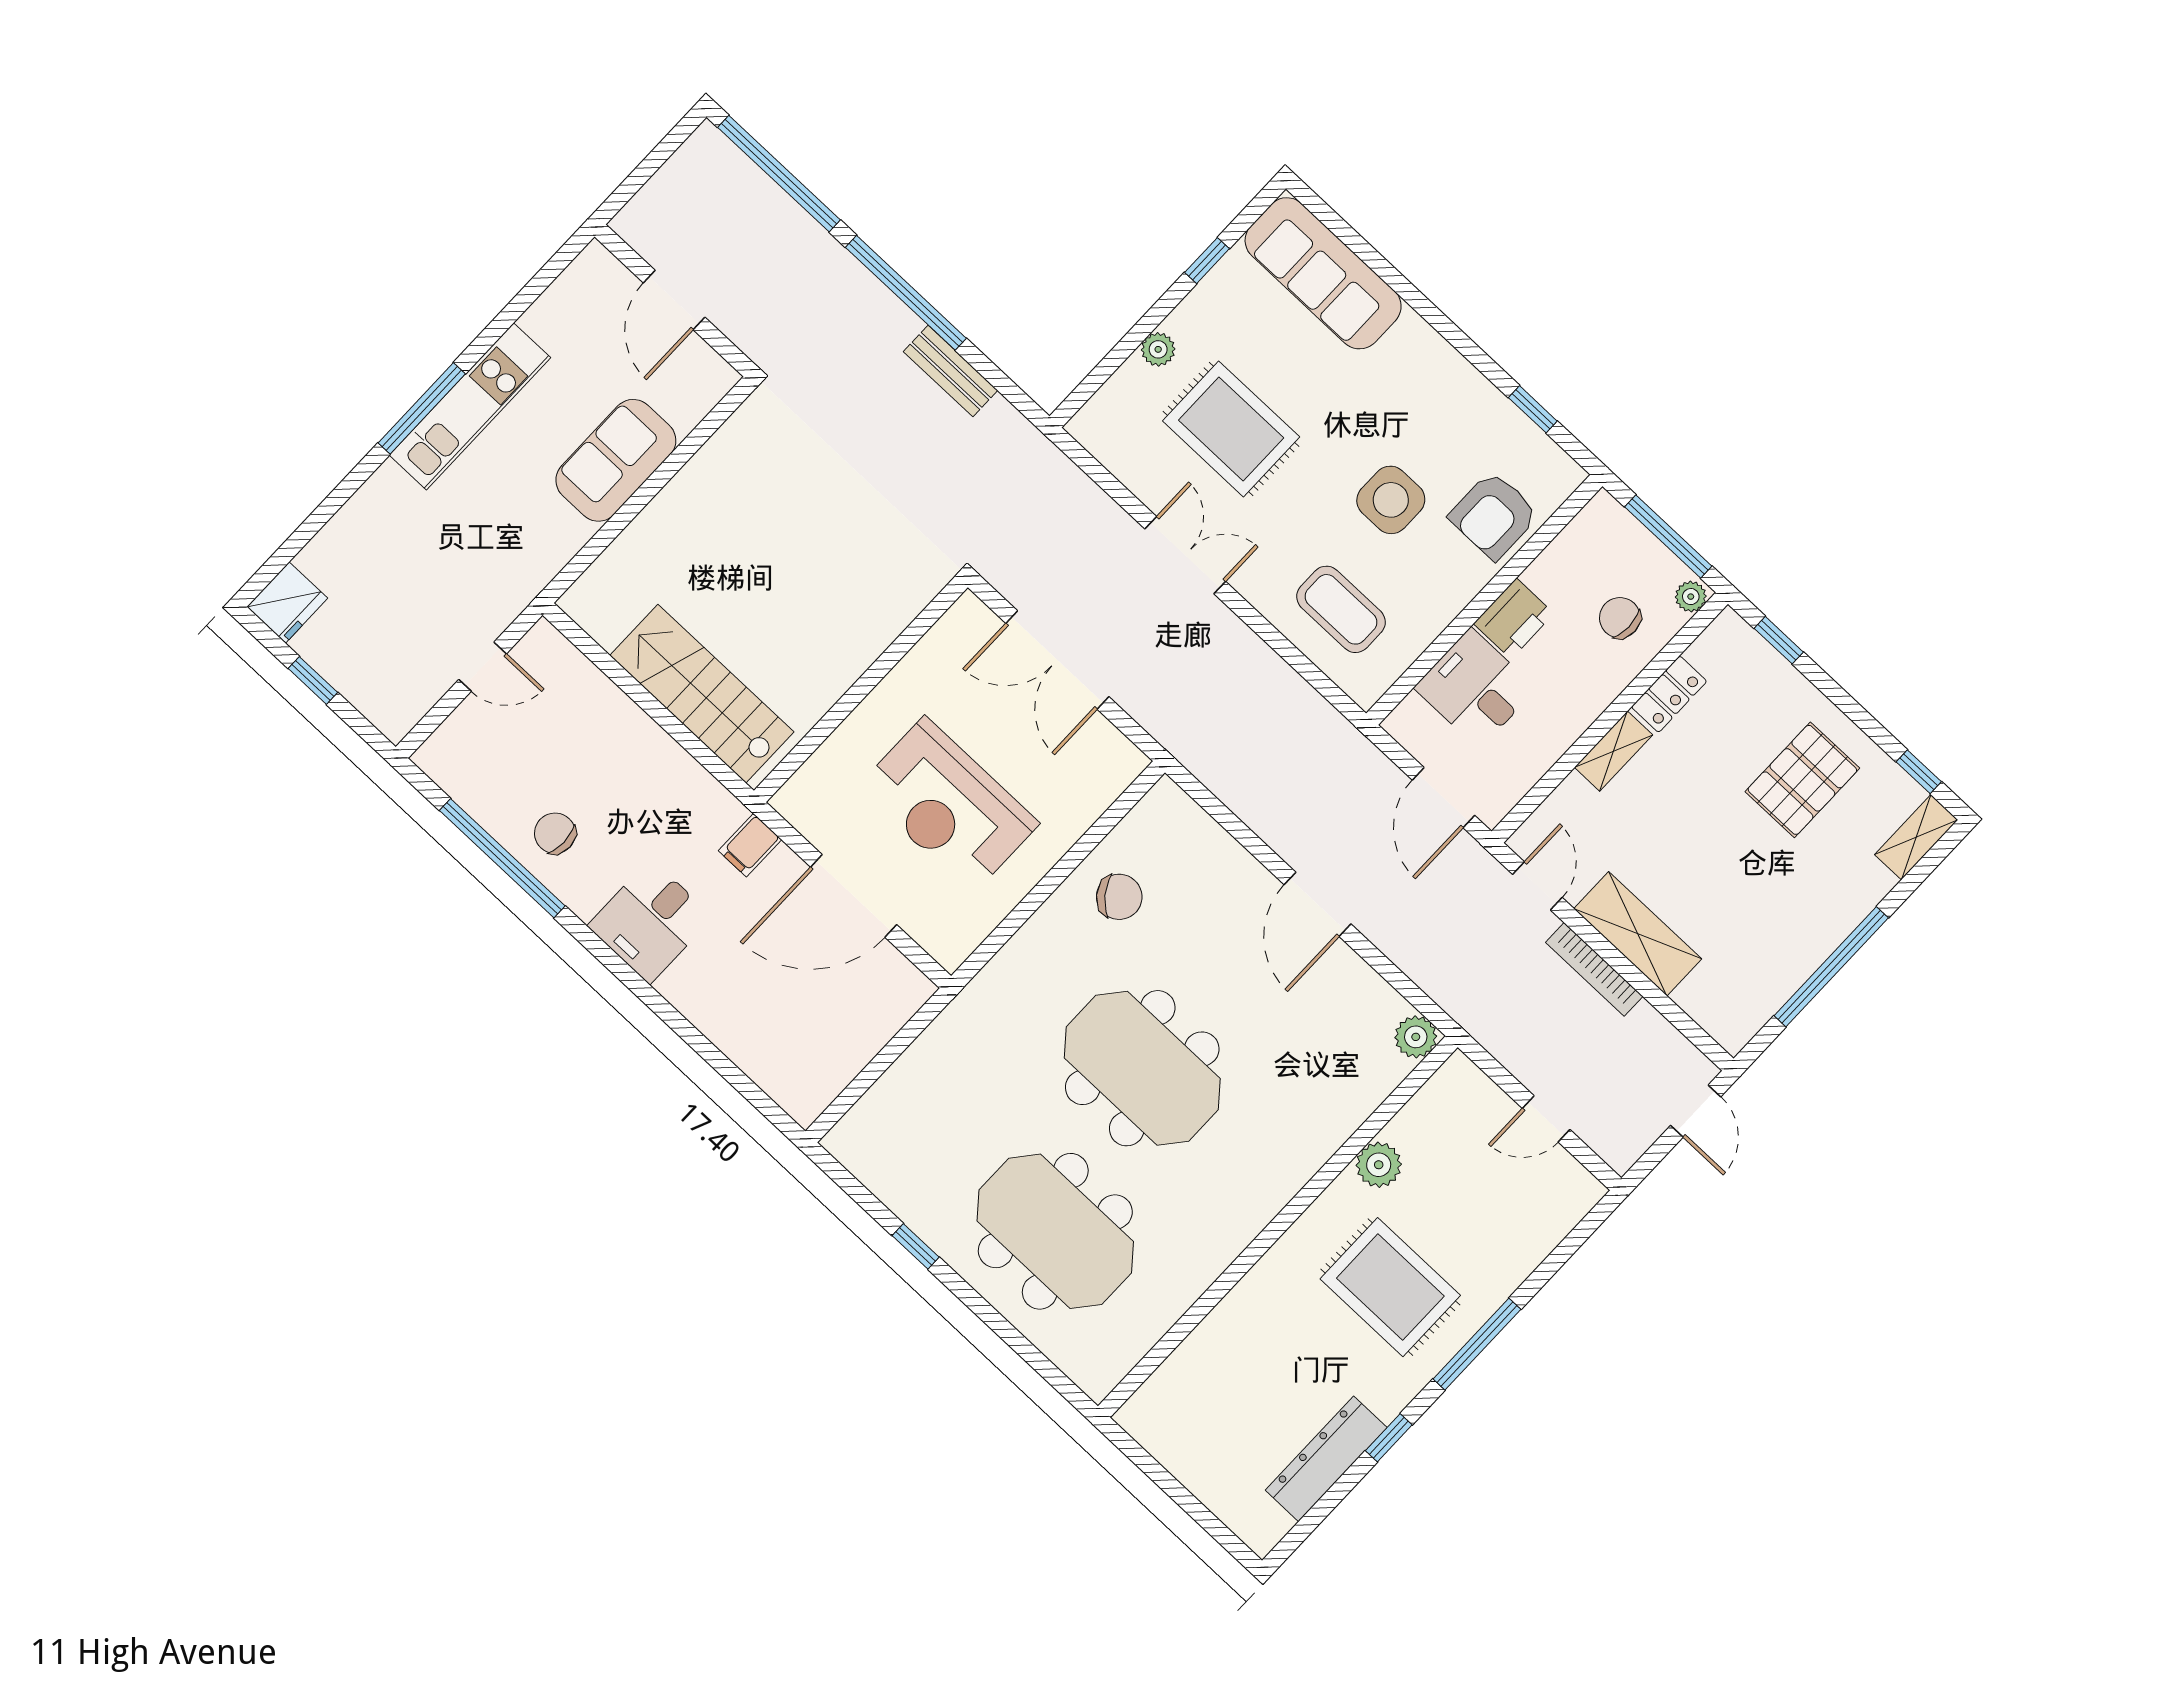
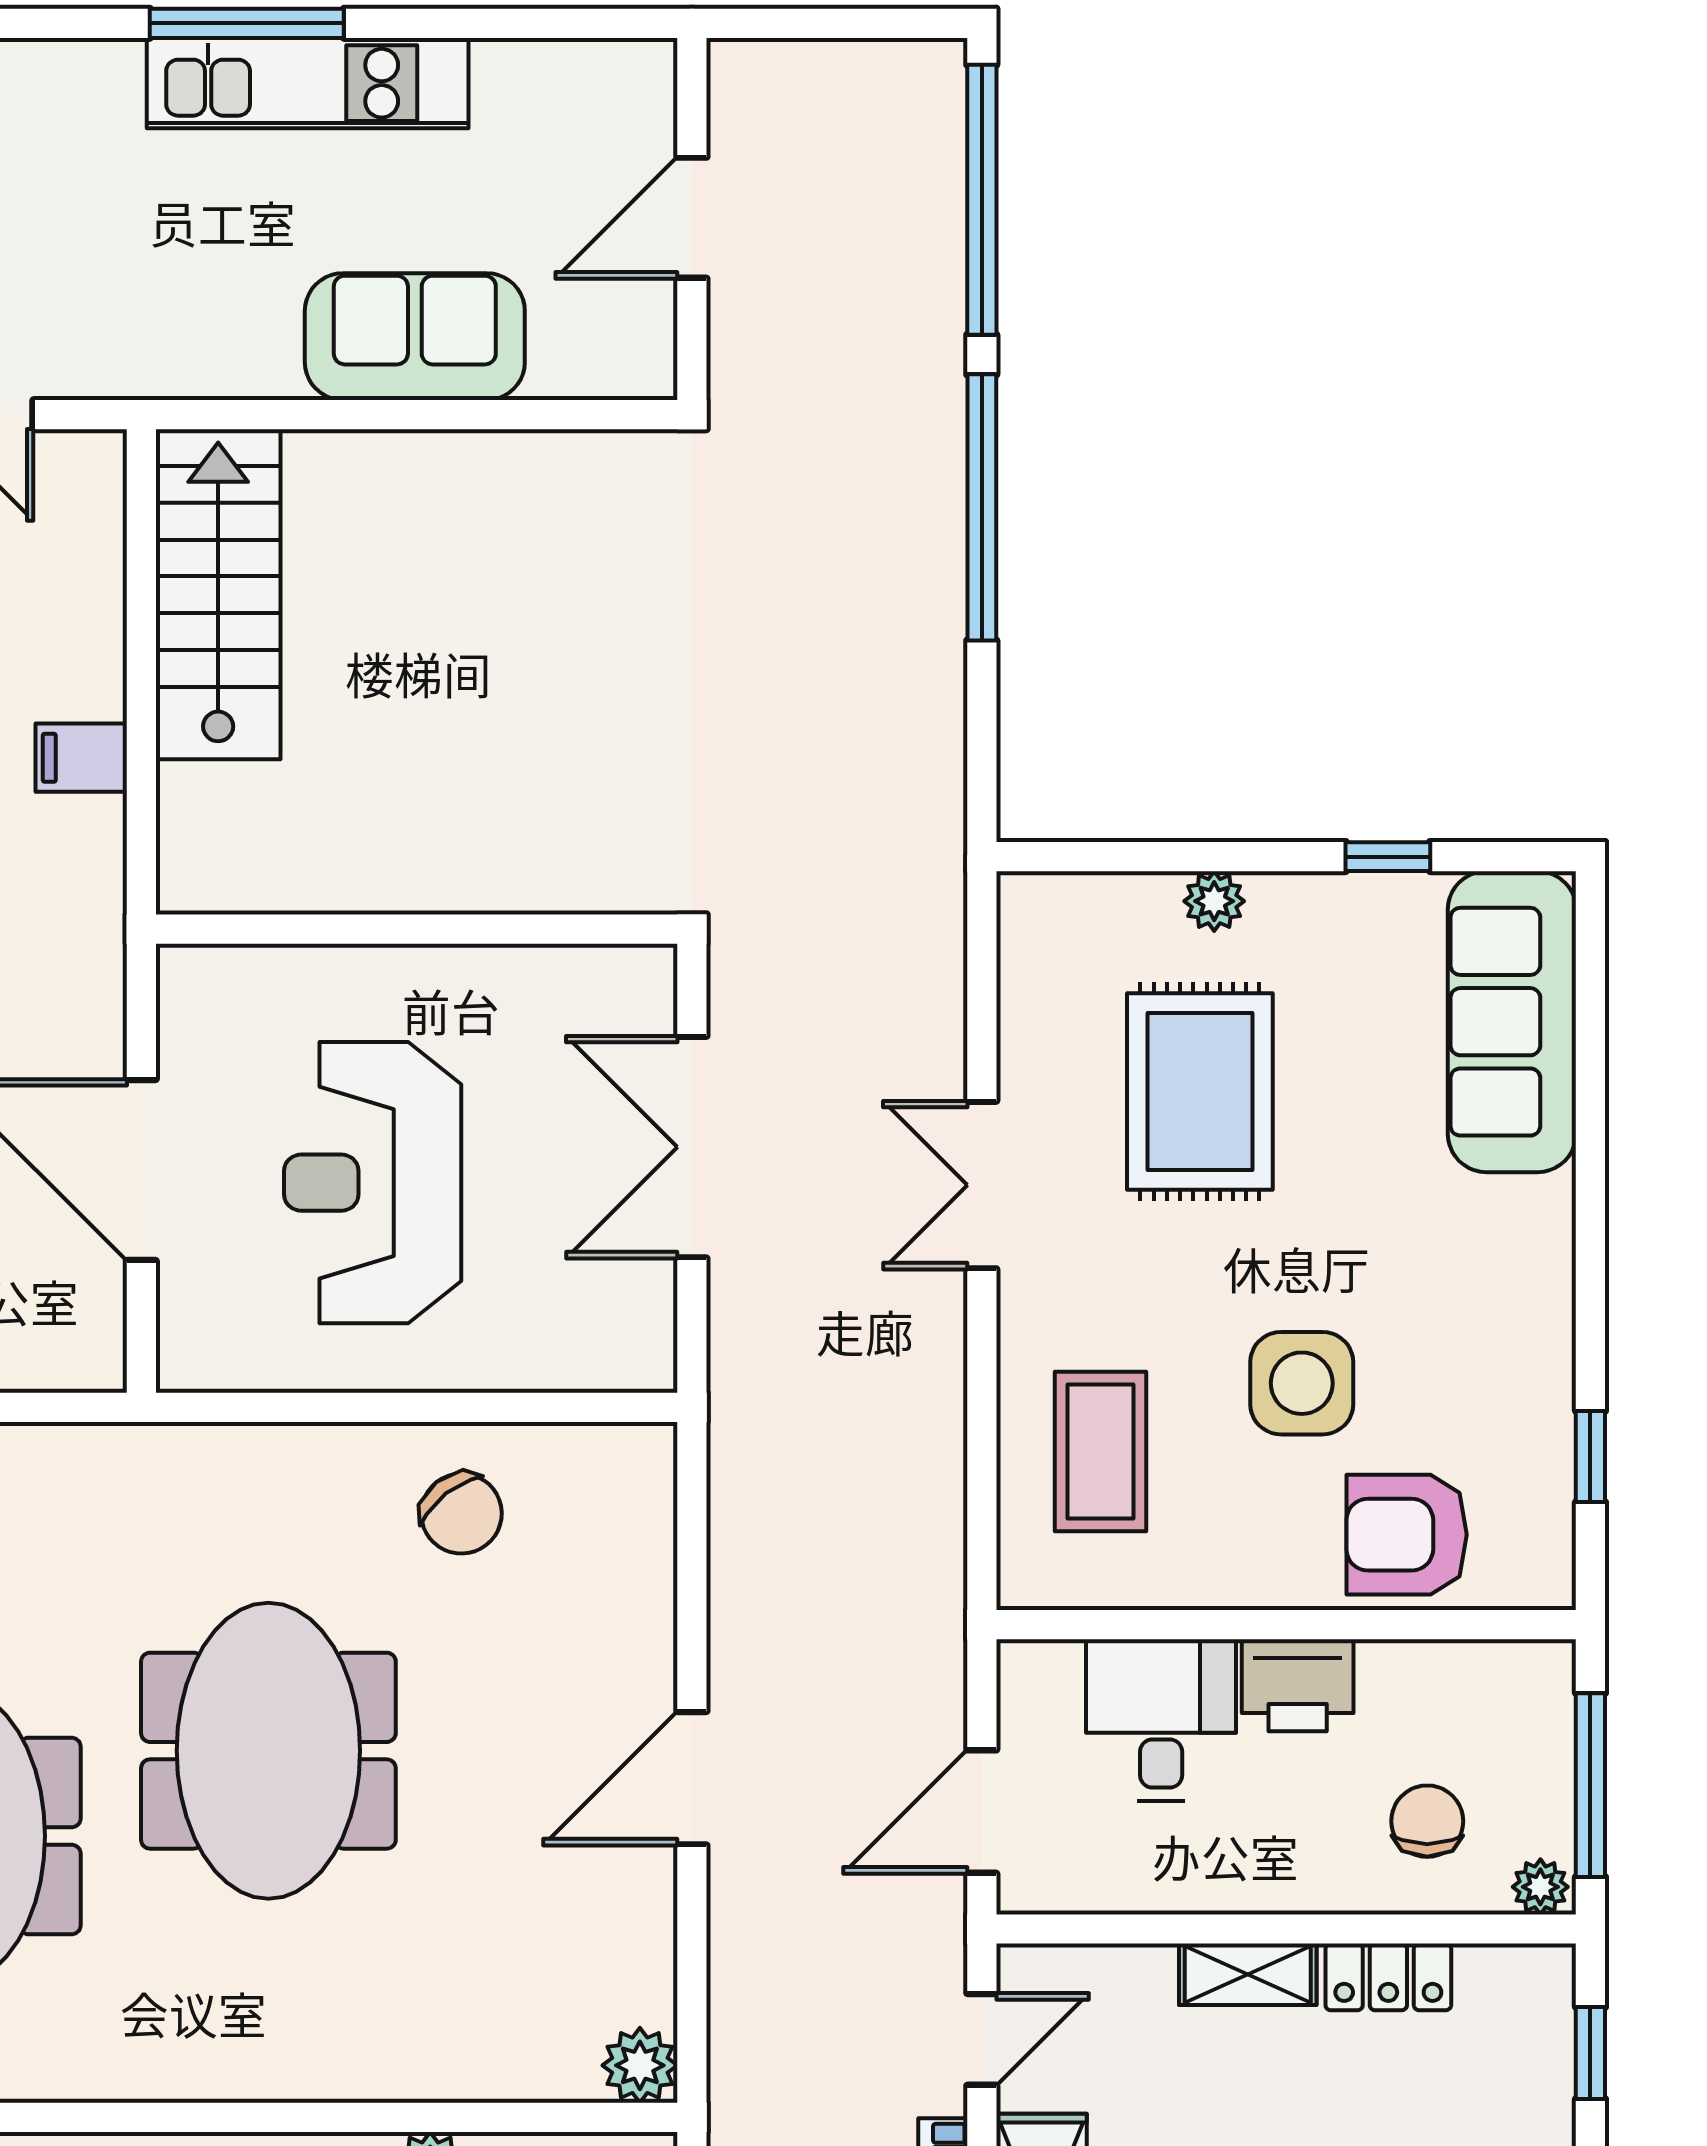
bench: (951, 371) -> (935, 660), removed
double door: (1185, 555) -> (982, 1185), swing flipped
stairs: (702, 694) -> (218, 594), moved
filing cabinet: (750, 845) -> (81, 758), moved

